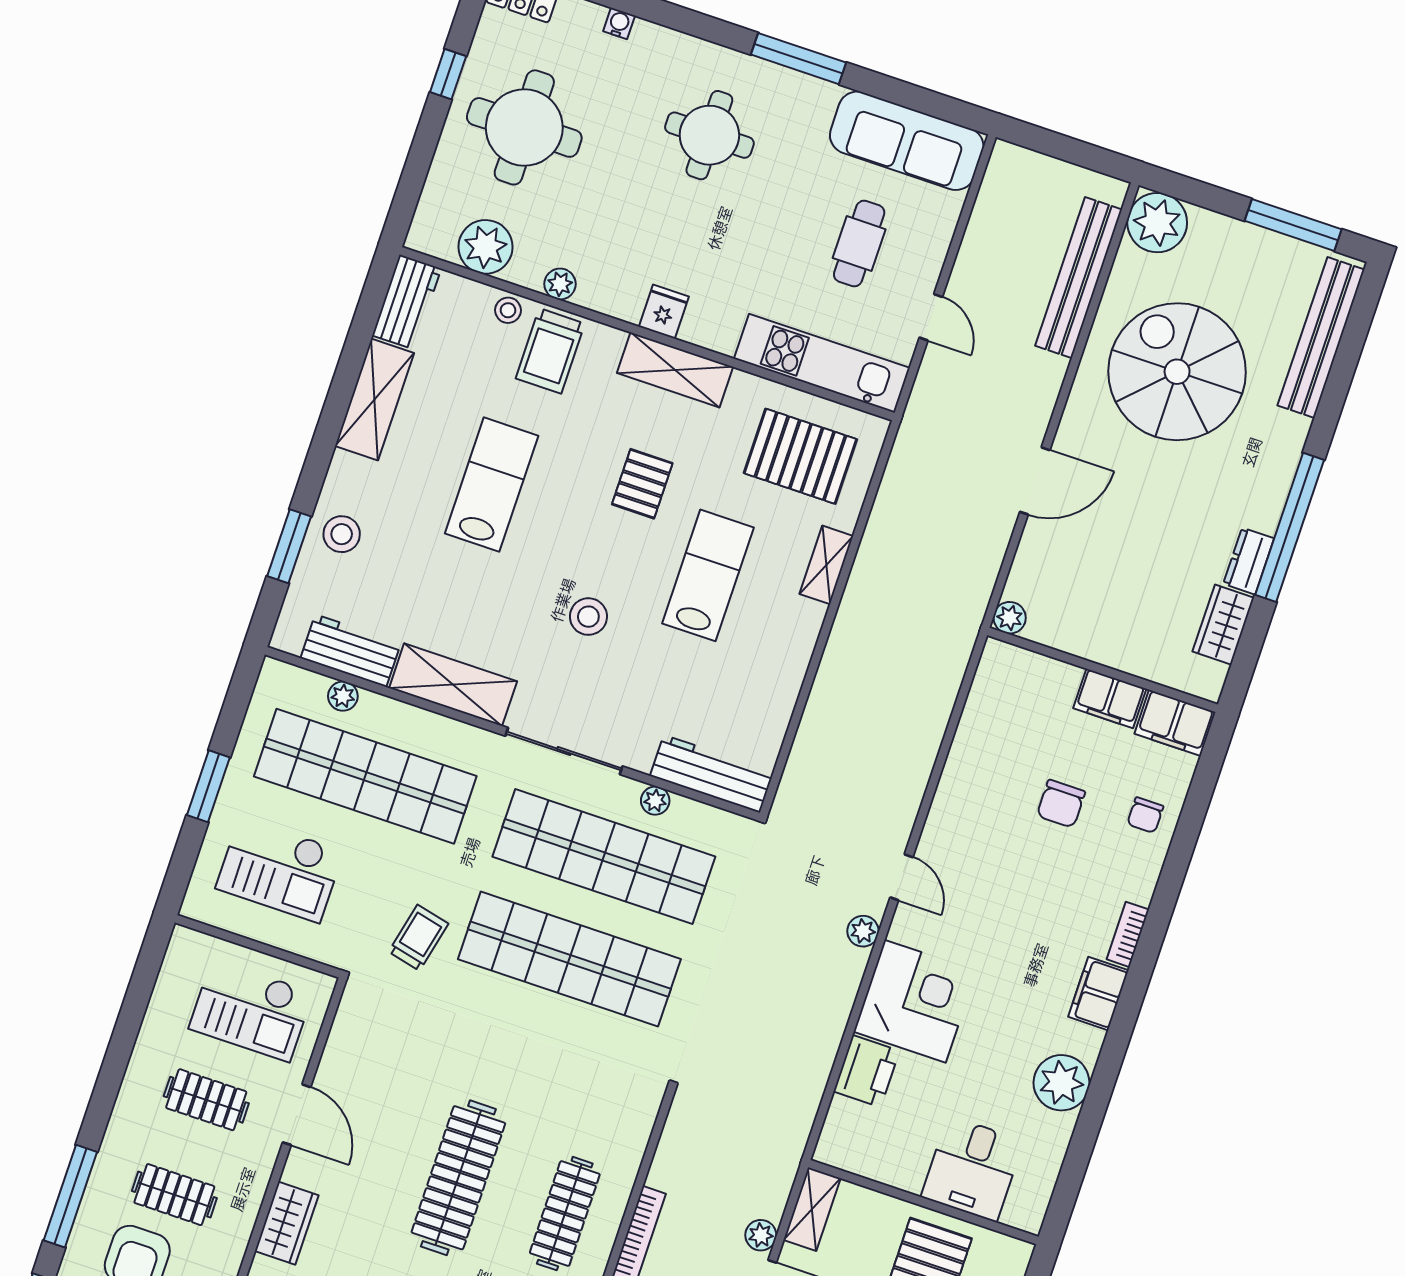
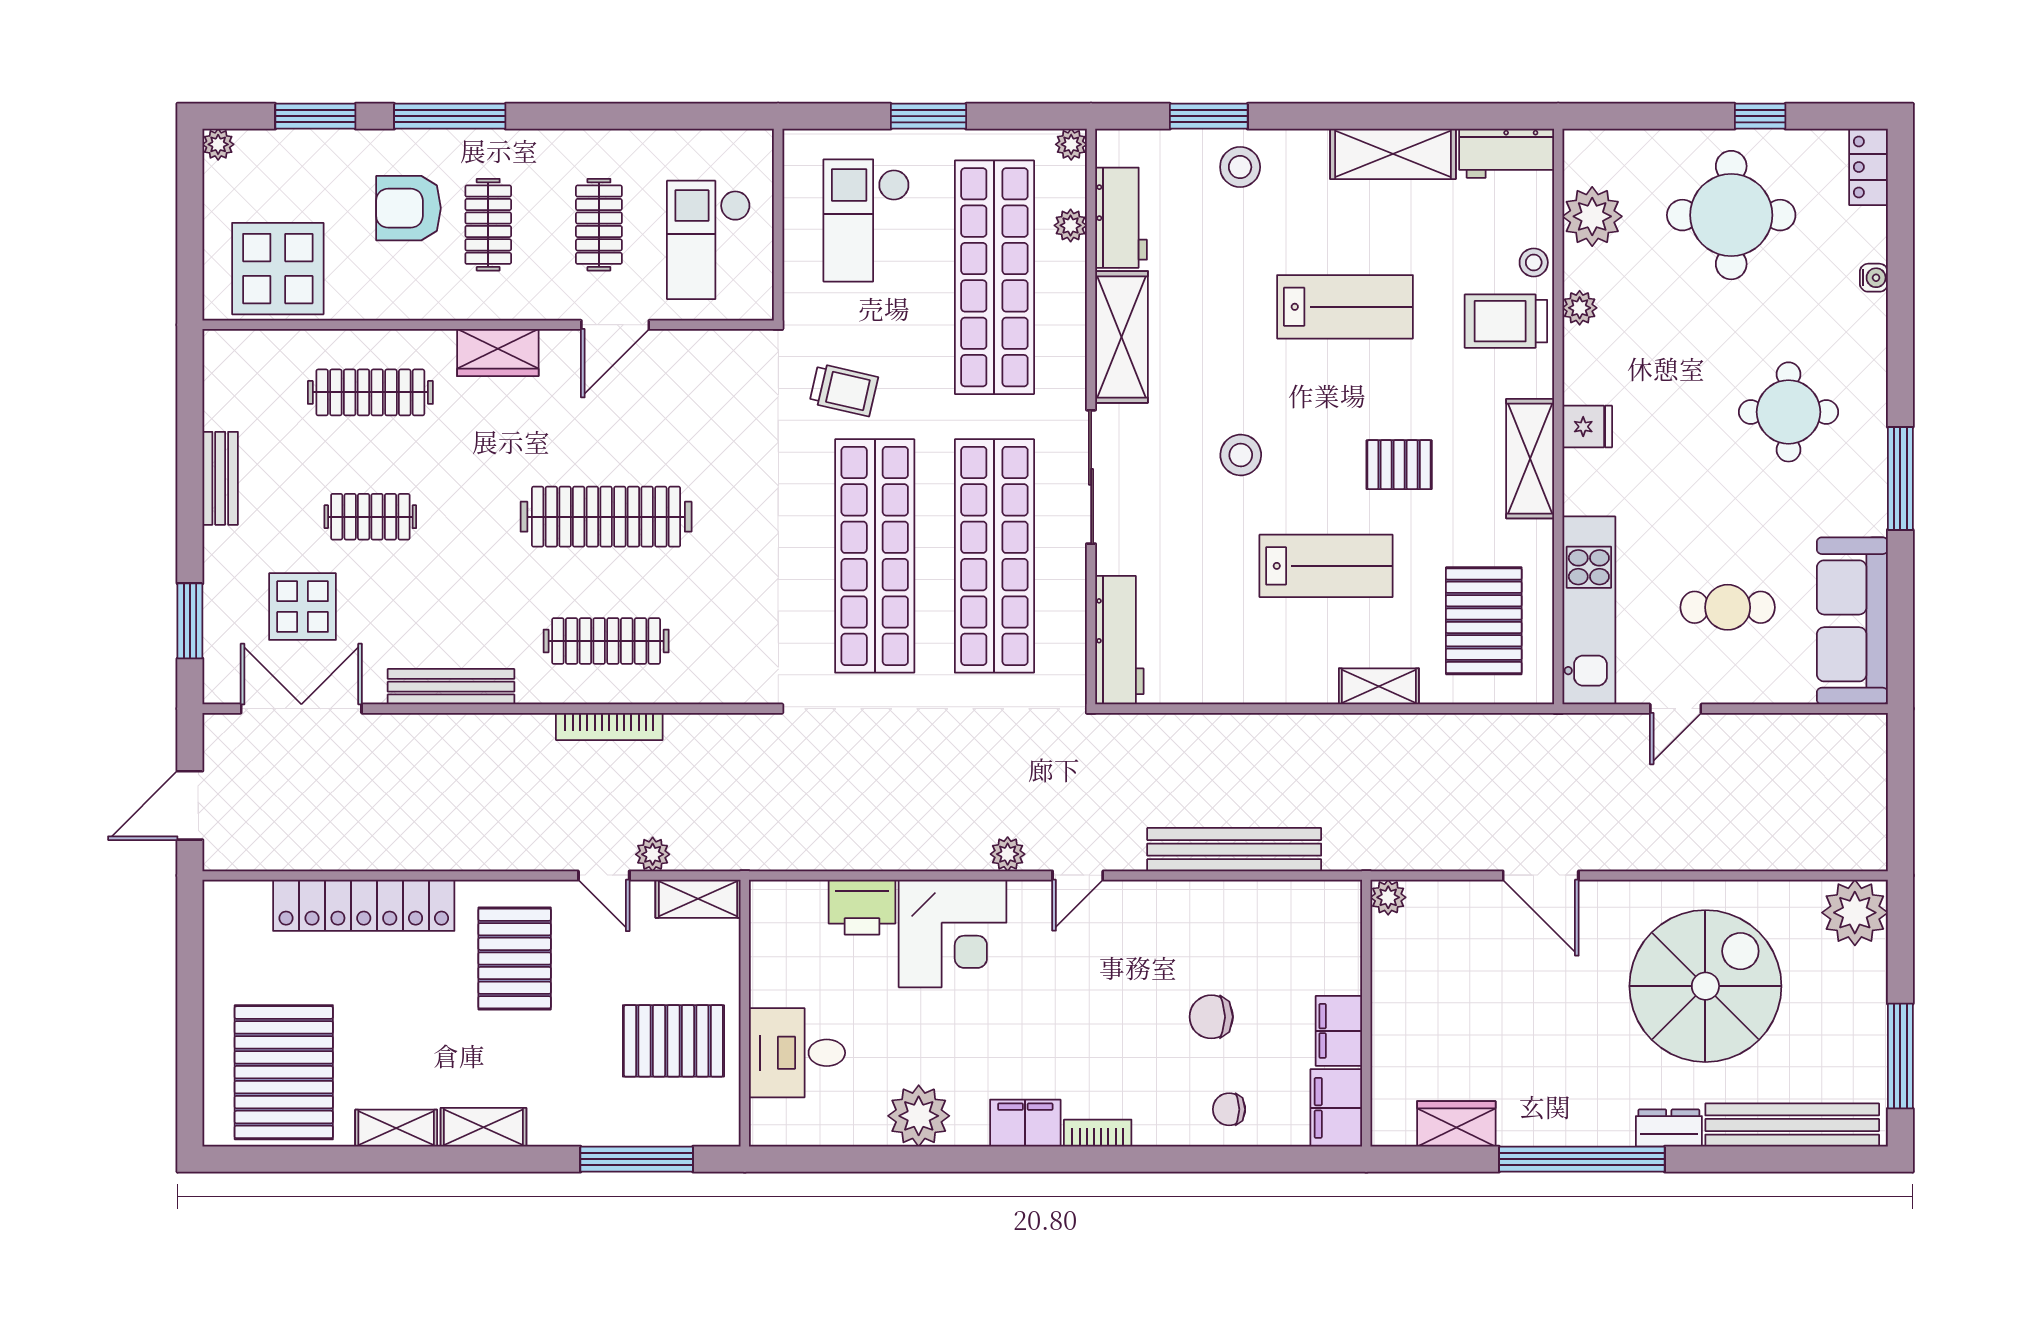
bench: (1079, 278) -> (1234, 850), moved
dresser: (1249, 561) -> (1669, 1128), moved
plant: (655, 801) -> (1071, 144), moved

